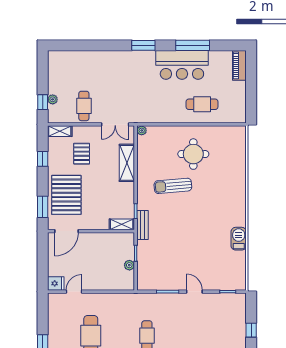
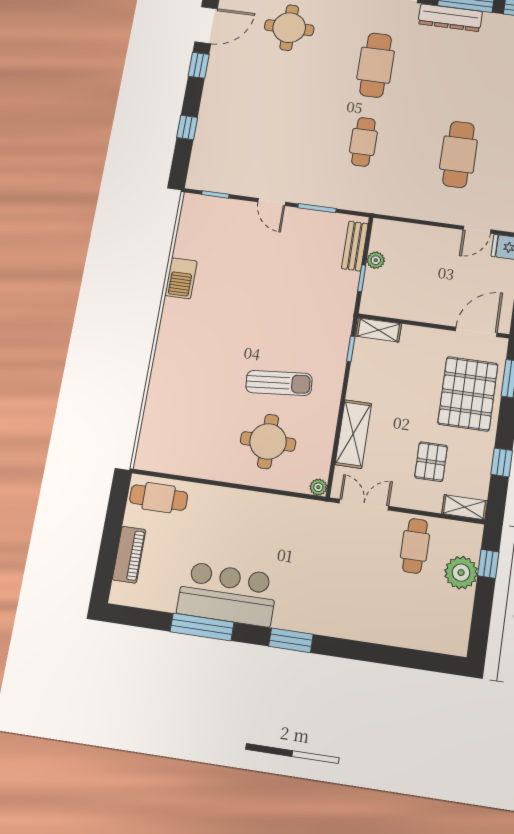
piano: (239, 65) -> (129, 555), moved
plant: (53, 99) -> (461, 573), width x1.88, depth x1.88
cafe table: (202, 104) -> (159, 498), moved
round table: (193, 154) -> (268, 441), moved
bench: (142, 225) -> (355, 246), moved

